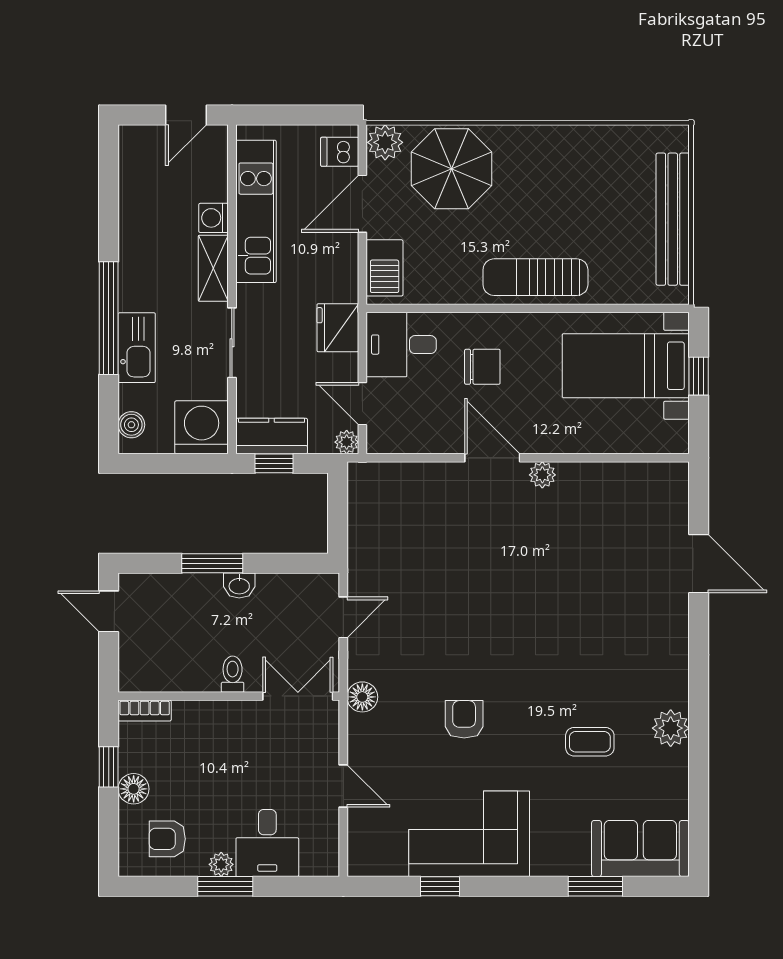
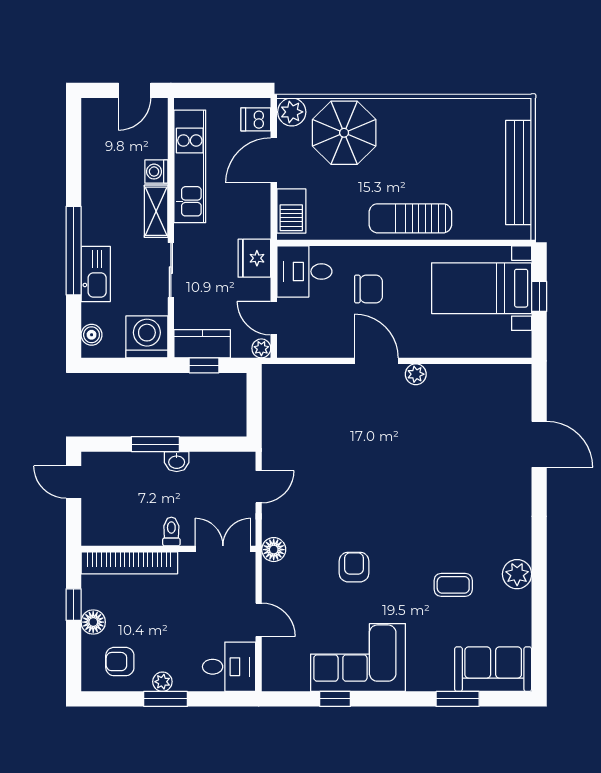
bookcase: (145, 711) -> (129, 563), width x2.31, depth x1.31
desk: (267, 843) -> (229, 667), moved, turned -90

